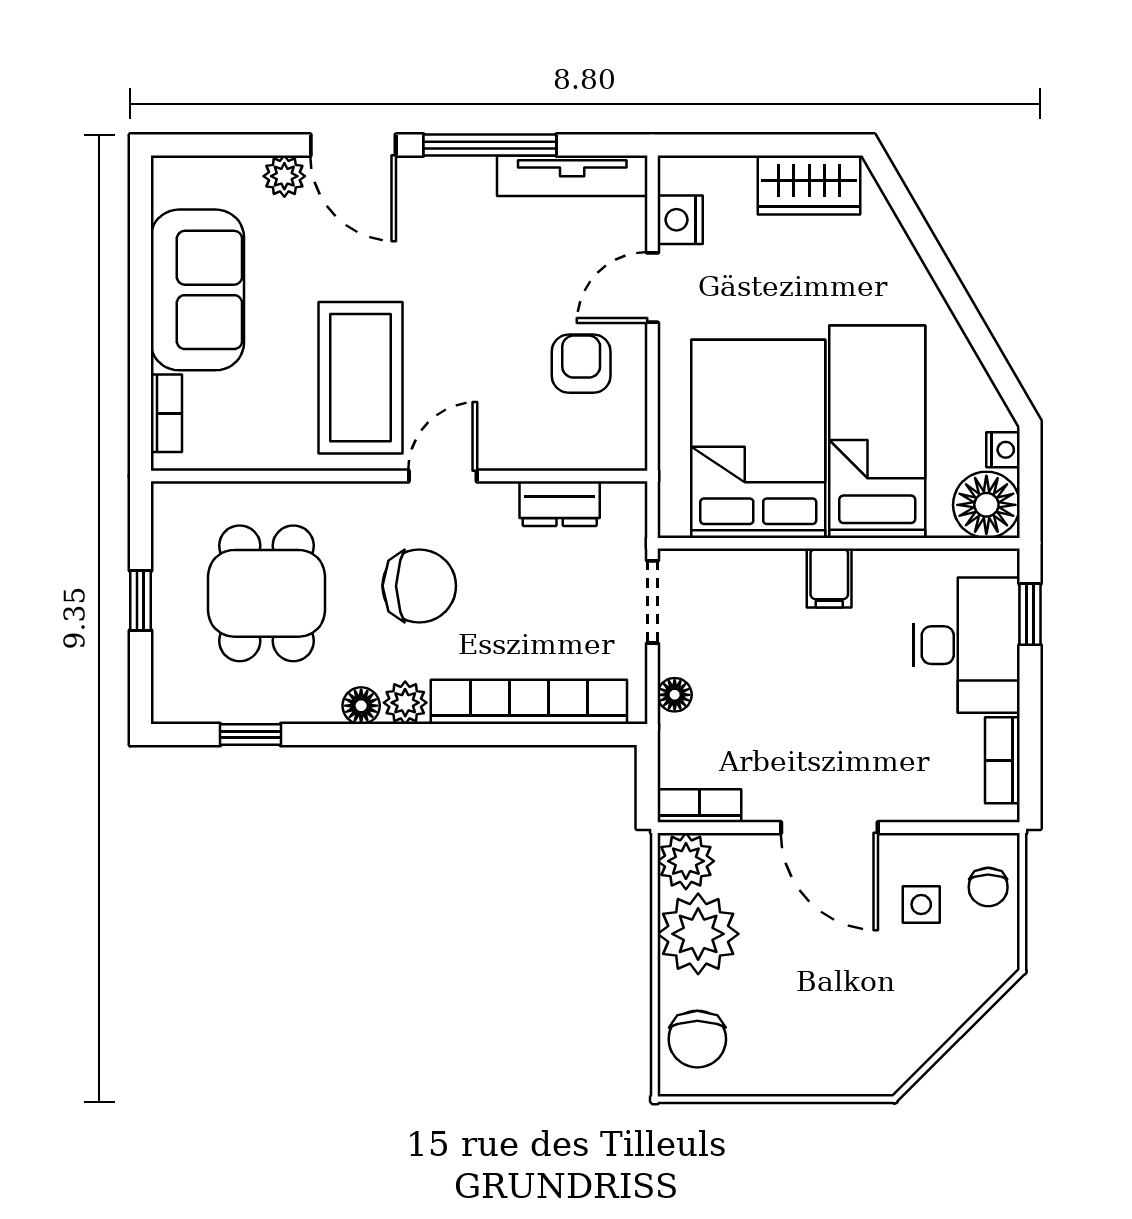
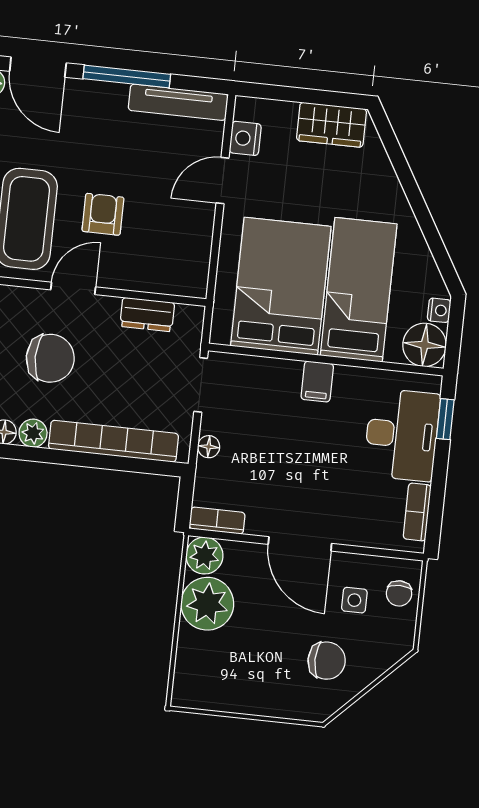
armchair: (581, 364) -> (103, 214), moved
chair: (697, 1039) -> (327, 661), moved, turned -90

